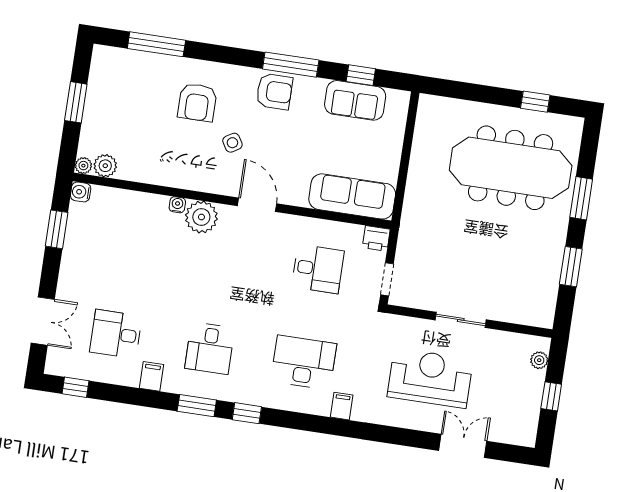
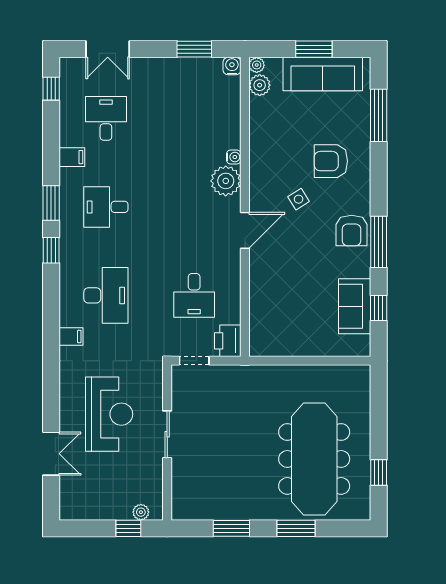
sofa: (352, 196) -> (323, 74), moved, turned 90
printer: (376, 238) -> (228, 341), width x1.36, depth x1.24
window: (551, 396) -> (128, 528), moved

